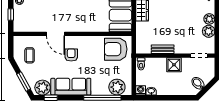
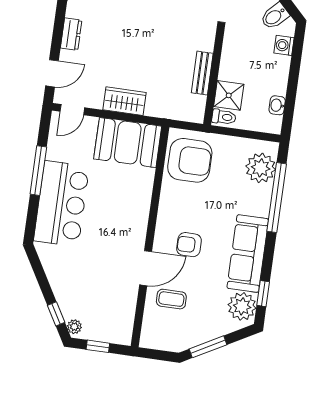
armchair: (116, 49) -> (190, 160), turned -90
coffee table: (30, 55) -> (171, 299), moved
shower: (174, 65) -> (229, 95), moved
window: (24, 81) -> (208, 347), moved
washing machine: (141, 90) -> (284, 45), moved

